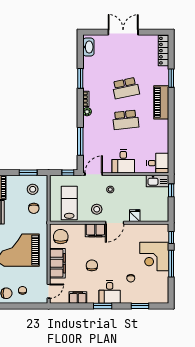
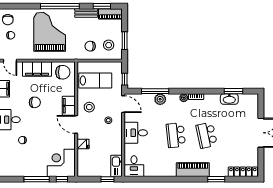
washbasin: (88, 47) -> (229, 99), moved
window: (80, 78) -> (234, 91), moved
plant: (89, 136) -> (160, 99), added
corner desk: (154, 257) -> (61, 163), moved

